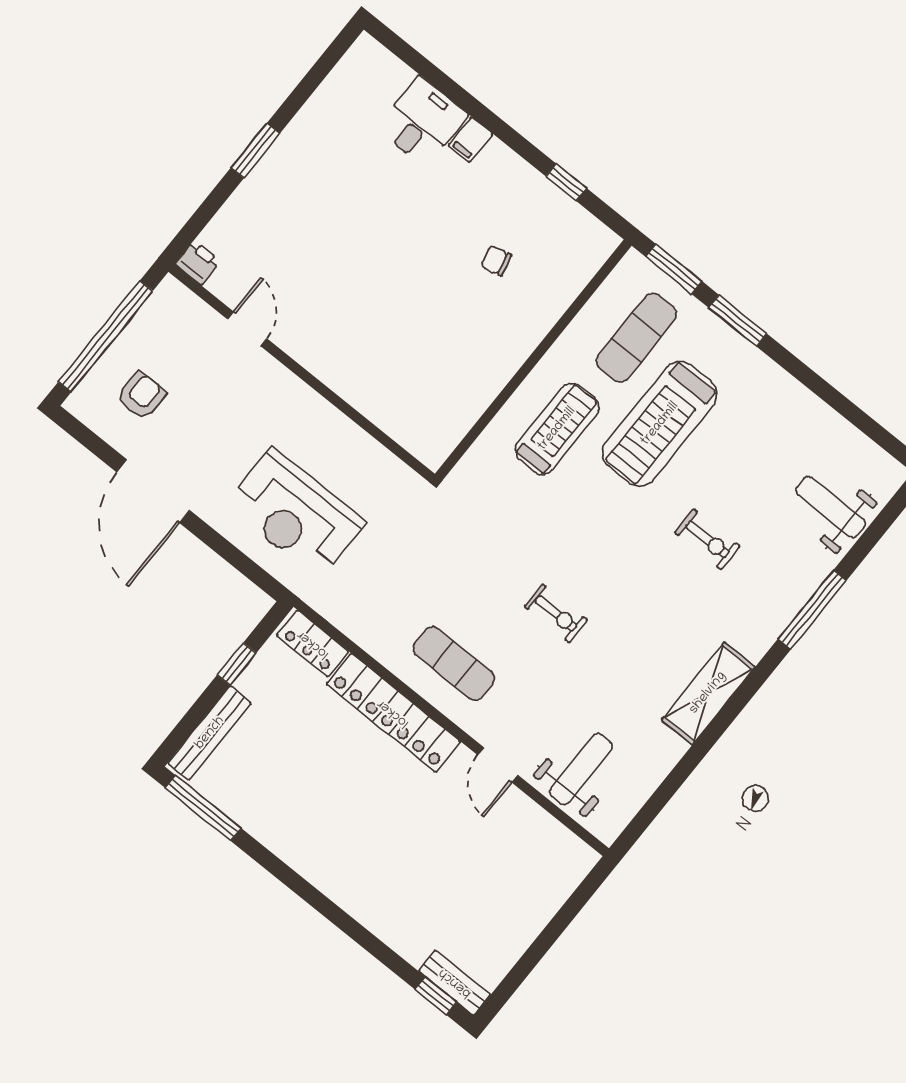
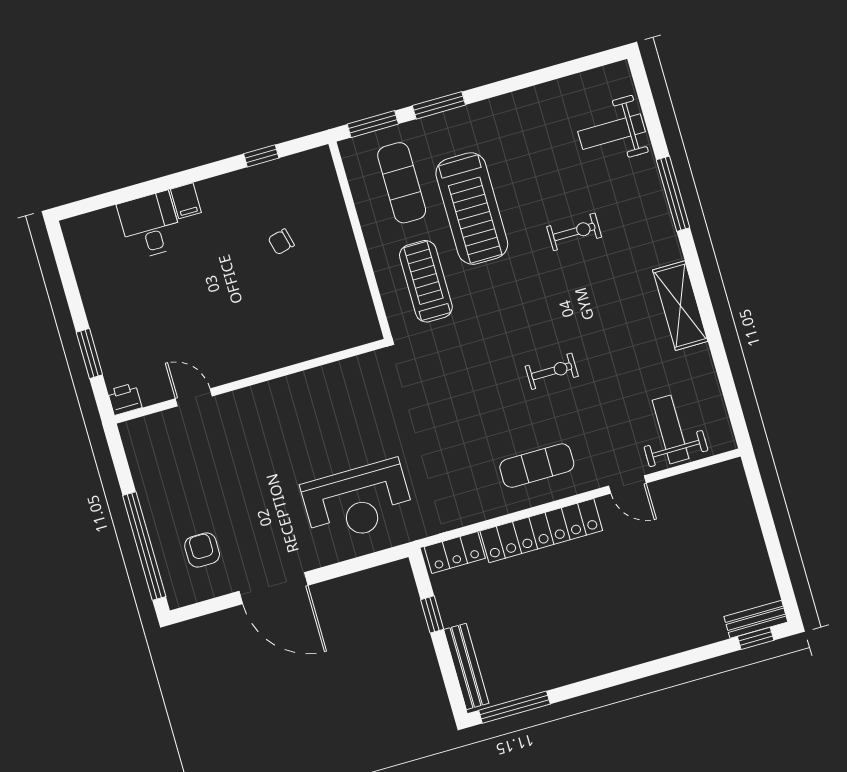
printer: (198, 263) -> (125, 399), moved
door: (247, 329) -> (194, 397), moved
wall: (302, 373) -> (250, 381), moved

